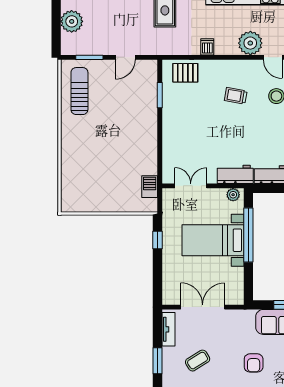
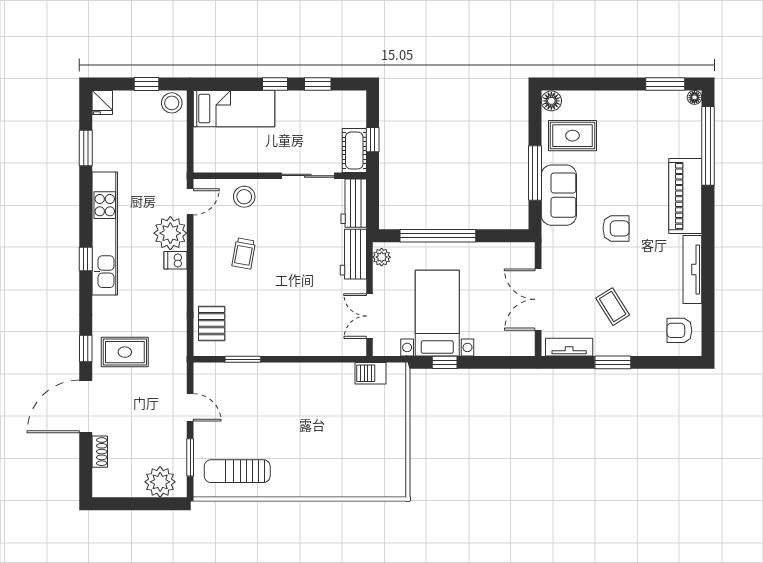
plant: (72, 21) -> (160, 482), moved
dishwasher: (207, 47) -> (176, 260), moved
bed with nightstands: (213, 240) -> (437, 313), moved, turned 180

